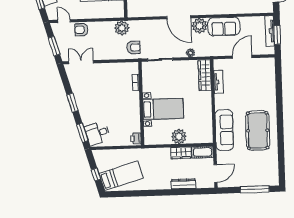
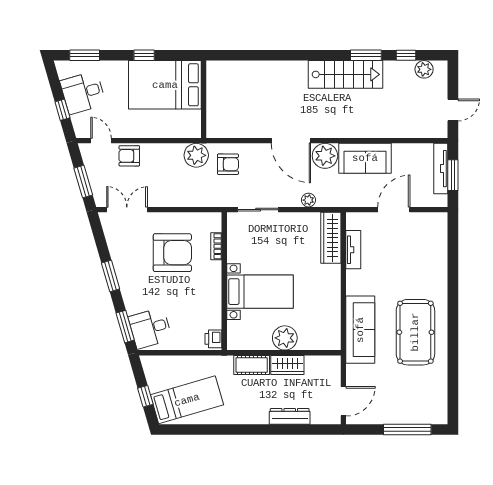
armchair: (134, 48) -> (228, 164), moved
armchair: (109, 87) -> (172, 253), added
cot: (203, 152) -> (252, 365), moved

